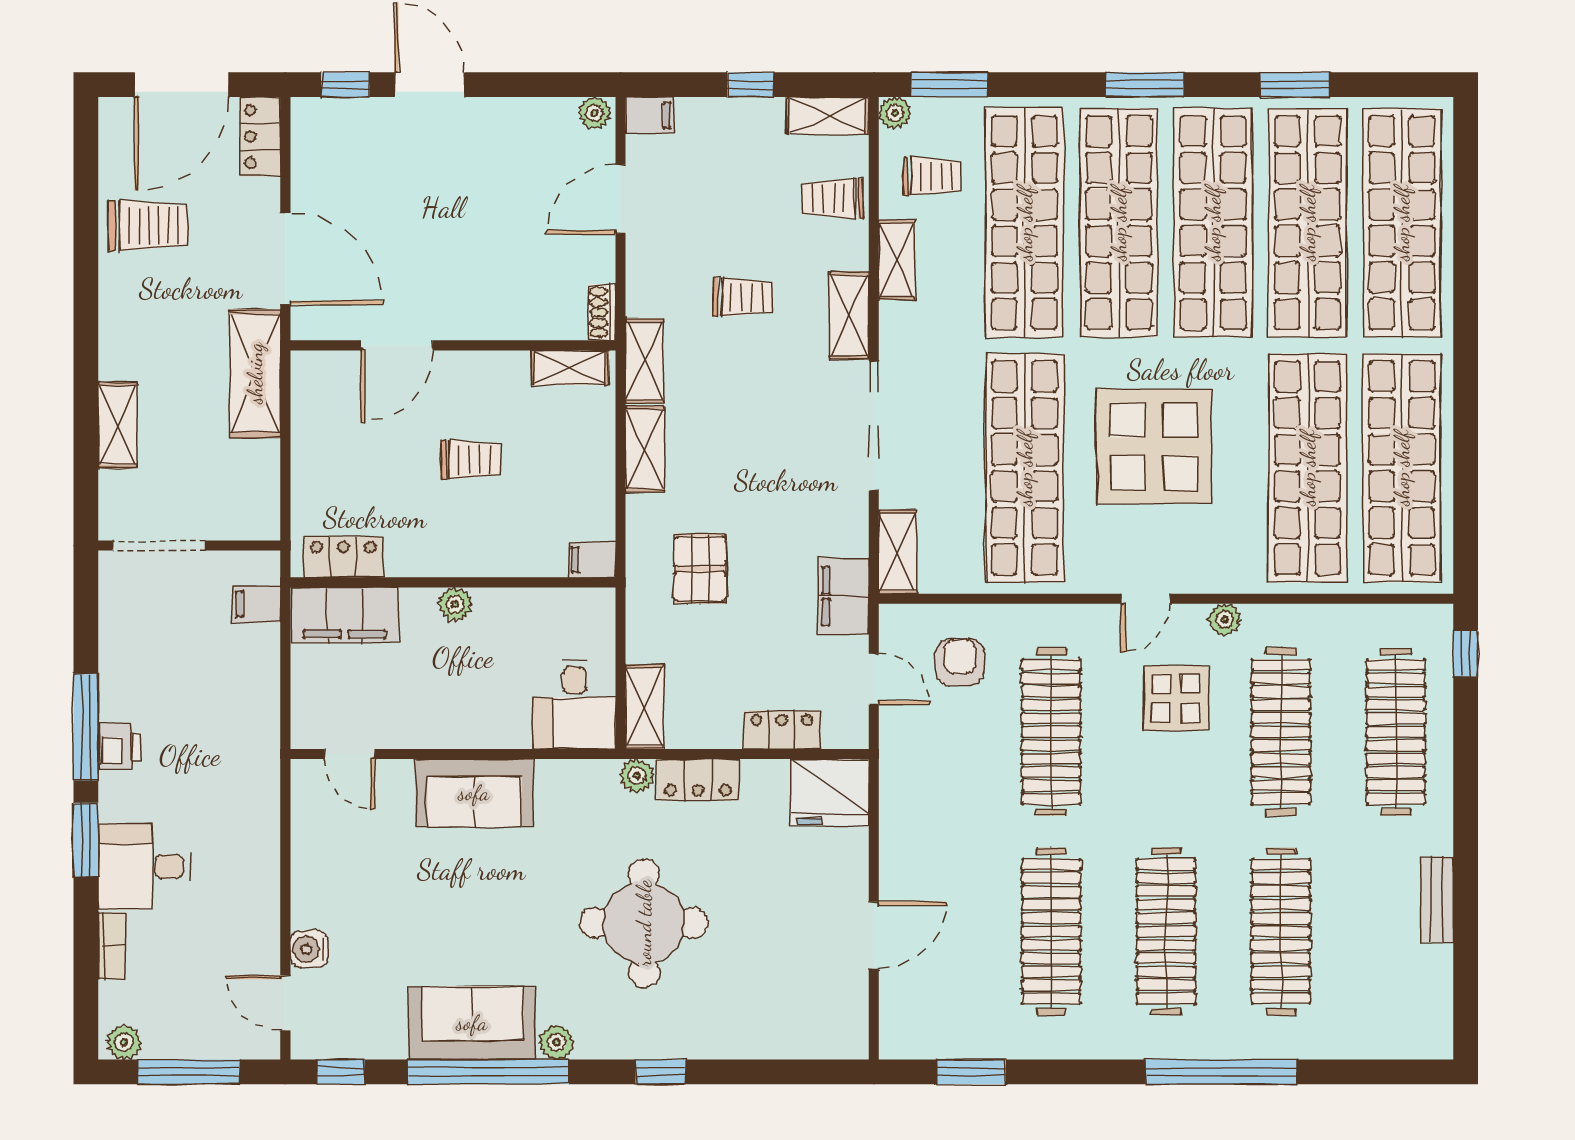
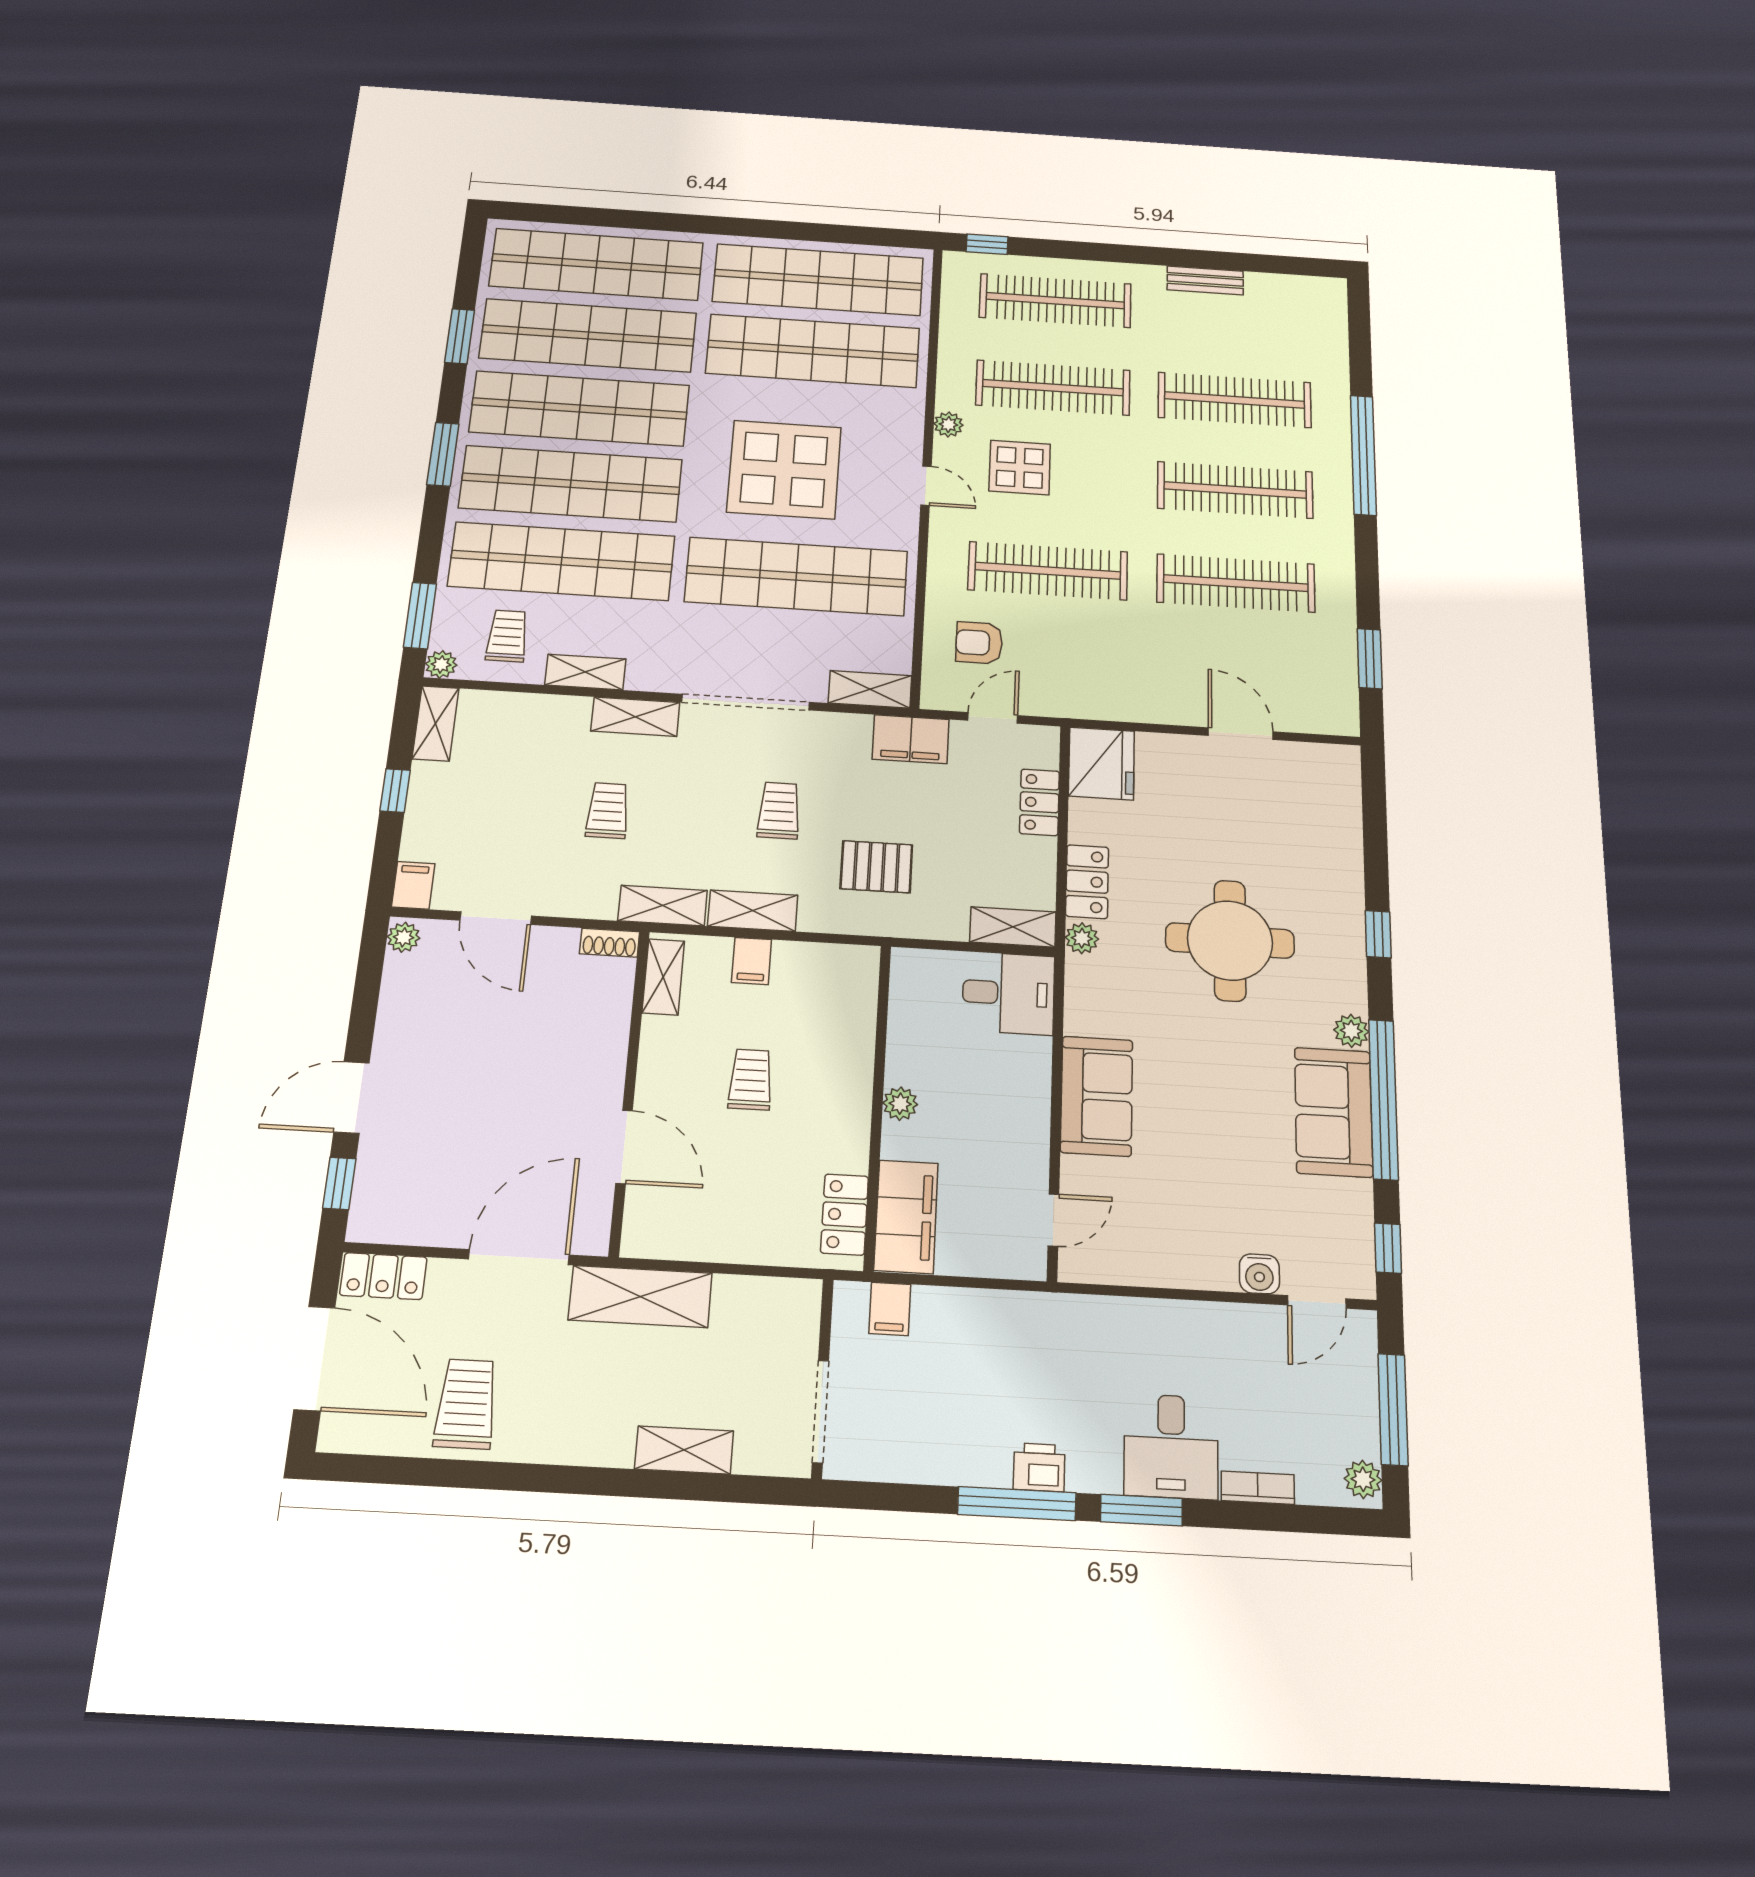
trolley: (833, 199) -> (779, 811), moved, turned 180
filing cabinet: (592, 560) -> (752, 961), moved

